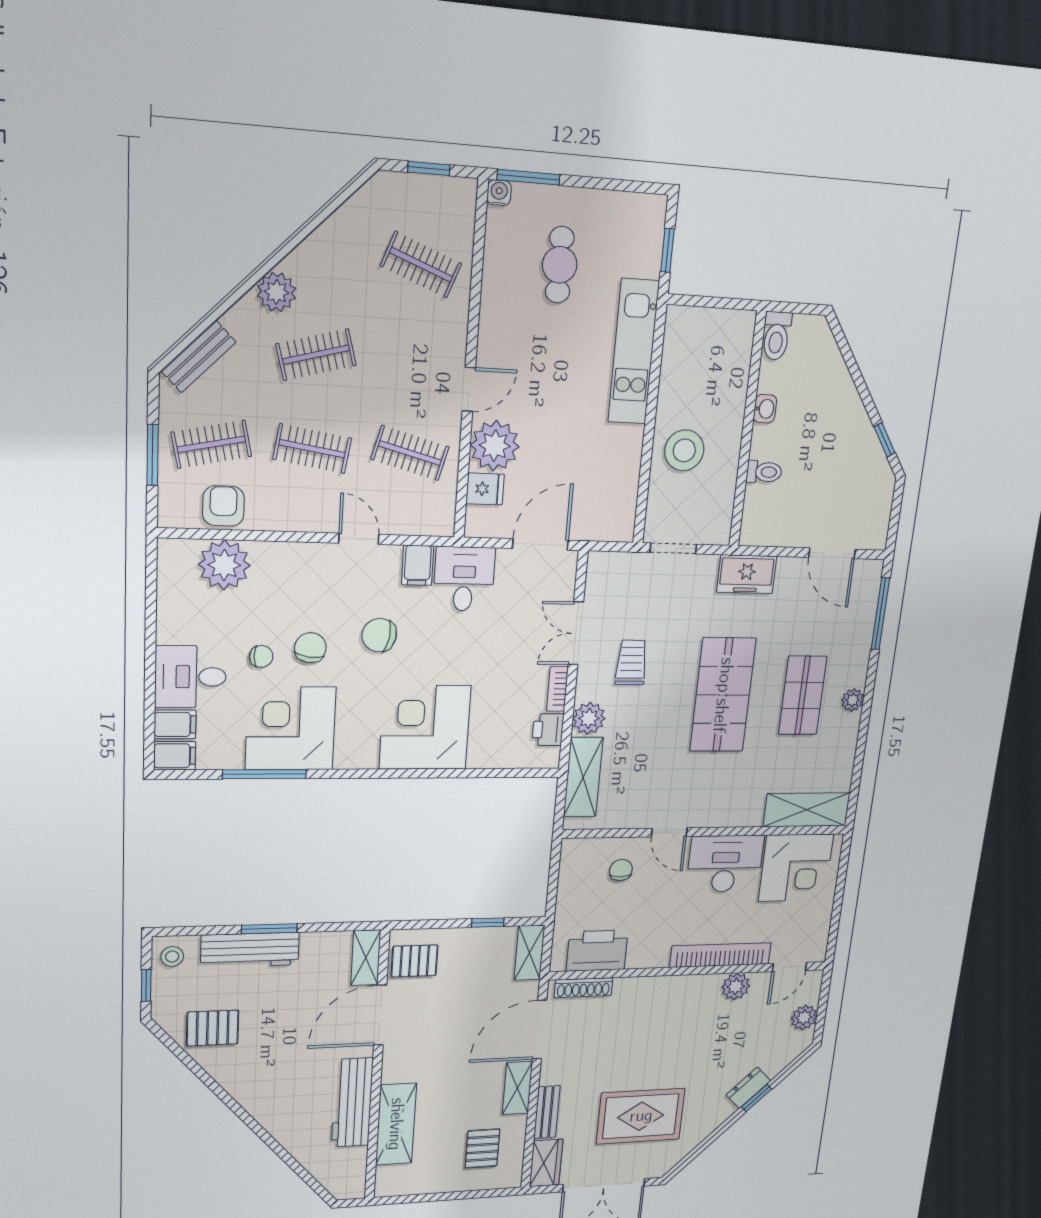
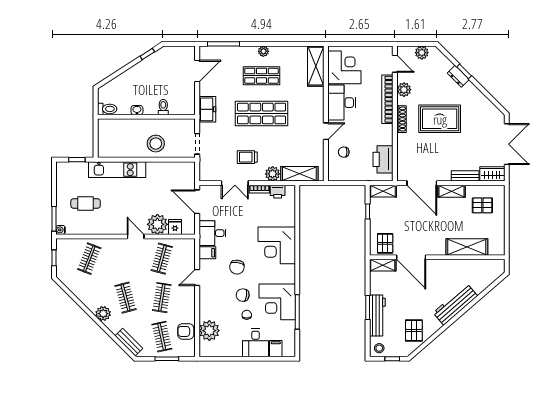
filing cabinet: (175, 756) -> (289, 349), removed
shoe rack: (584, 988) -> (401, 119), moved
workbench: (352, 1103) -> (455, 304), moved, turned 139
rug: (641, 1116) -> (440, 119), moved, turned 90

